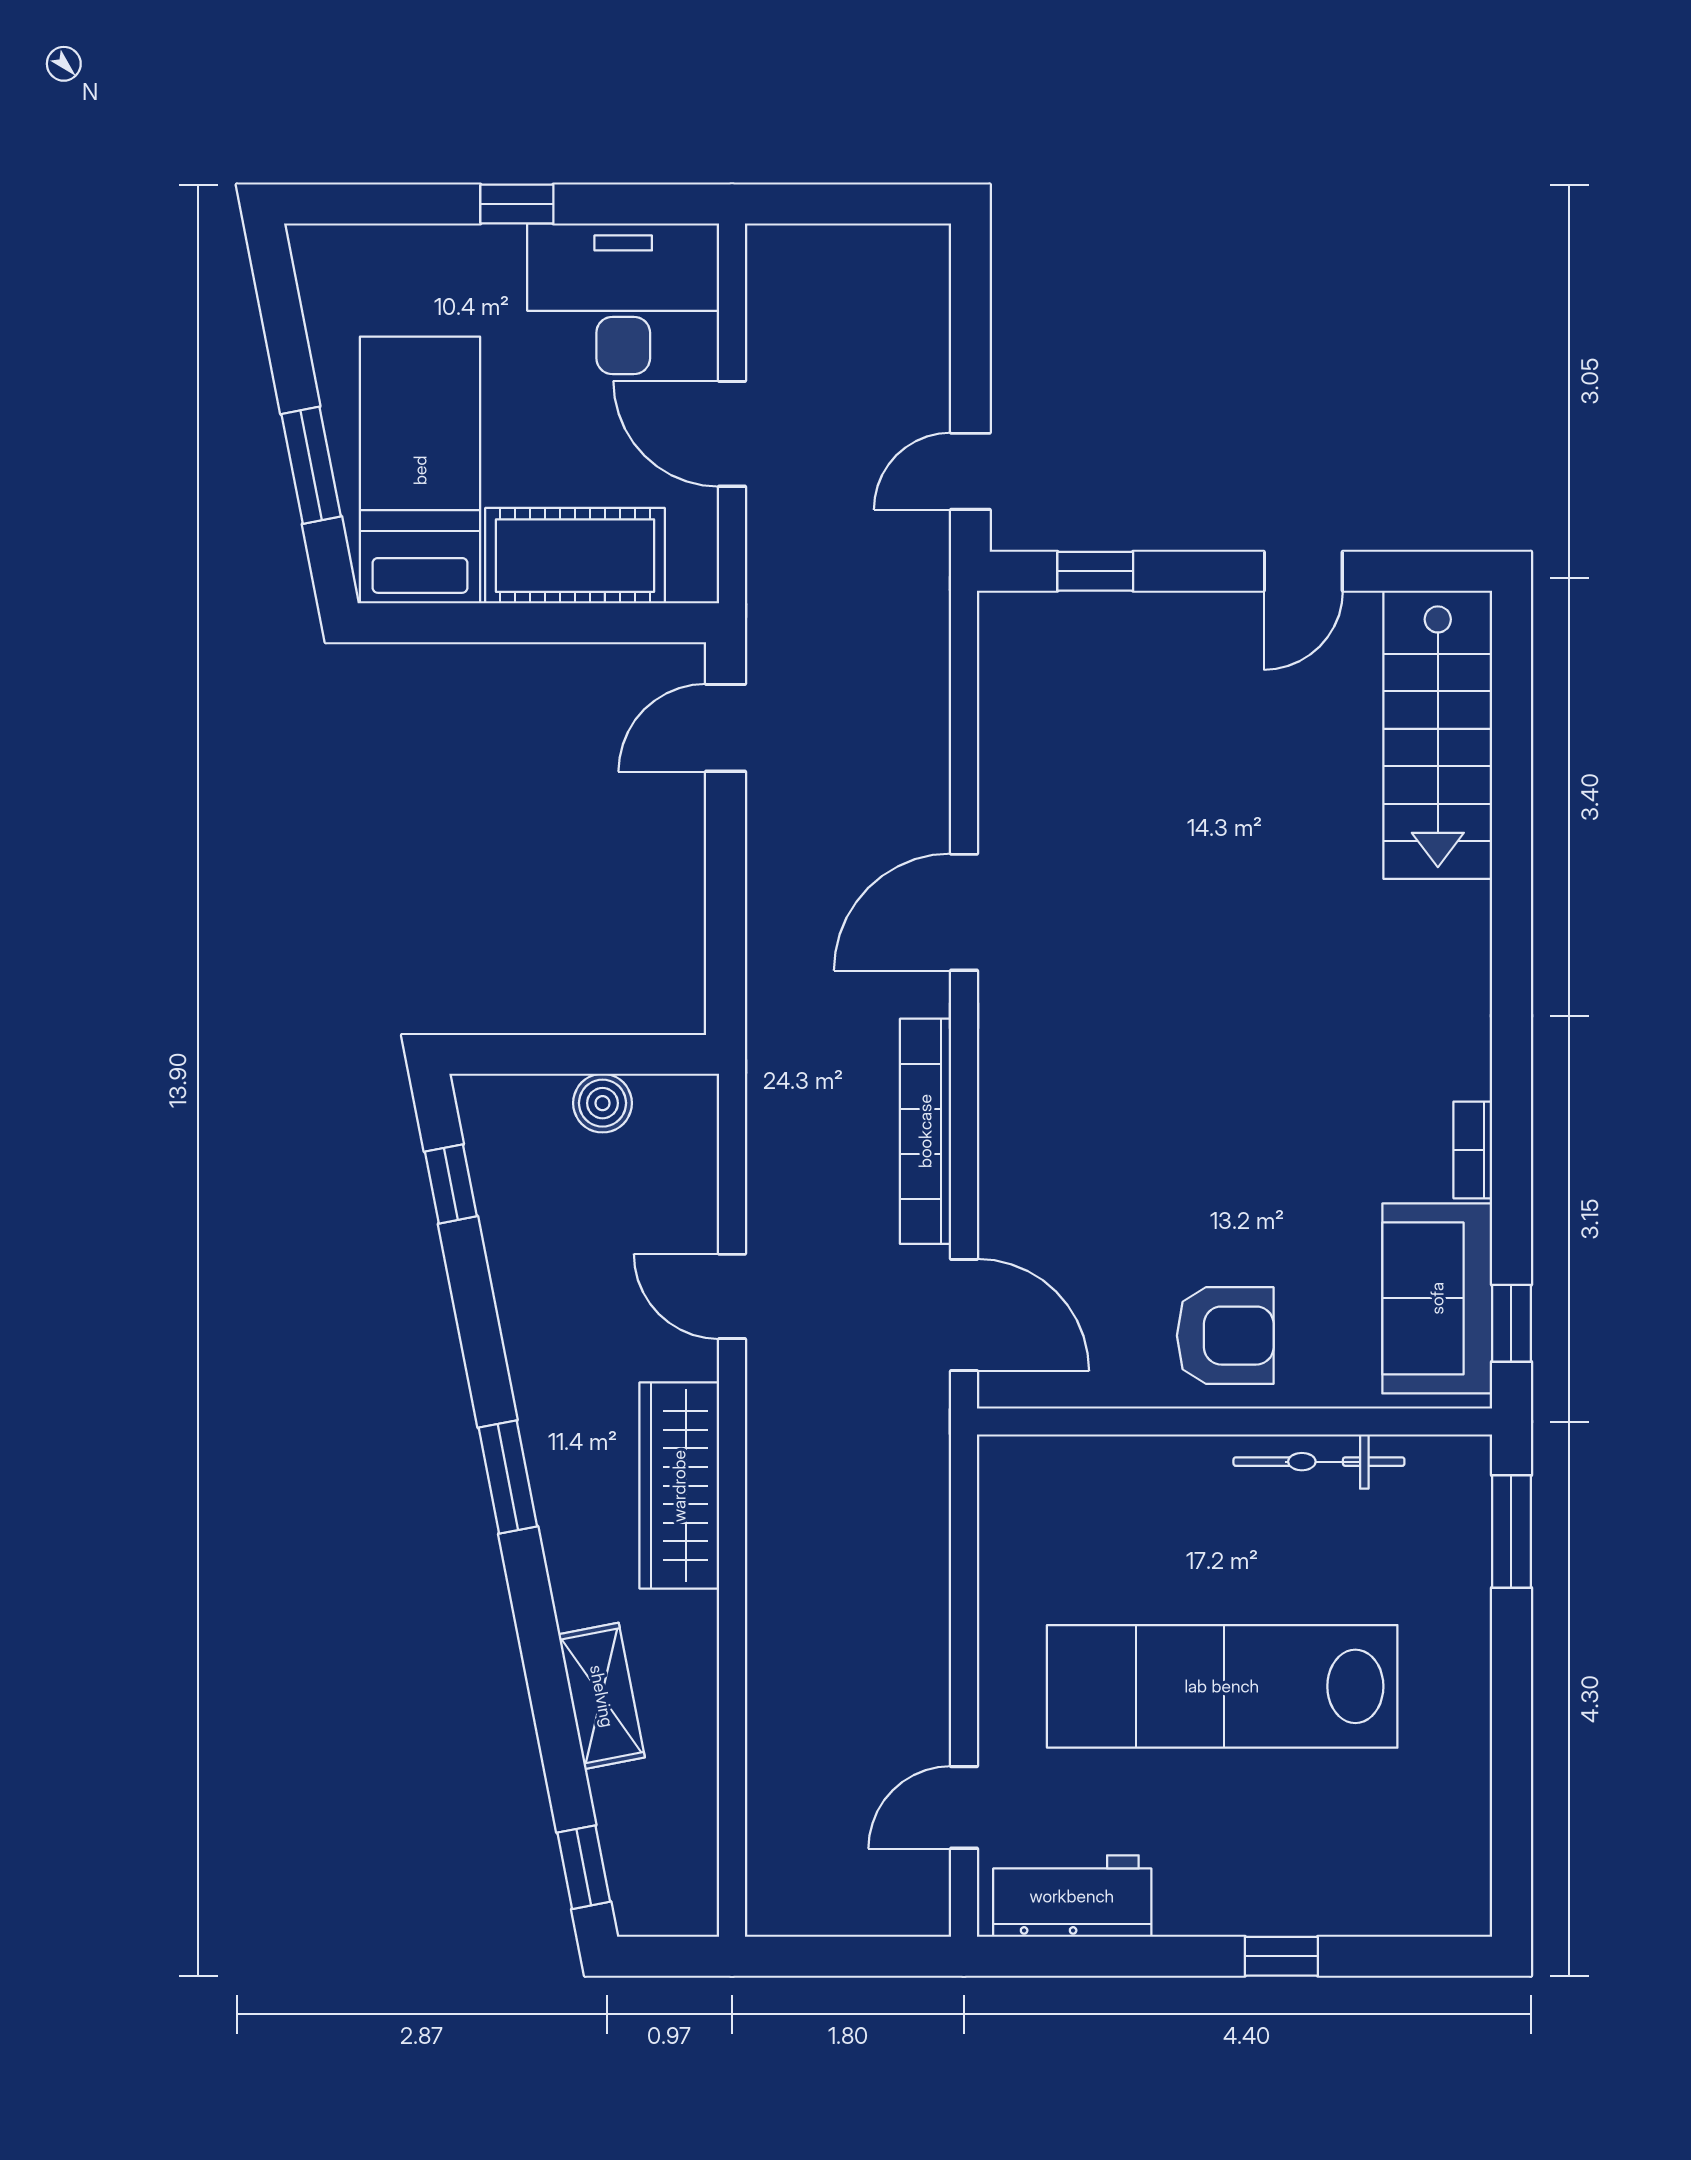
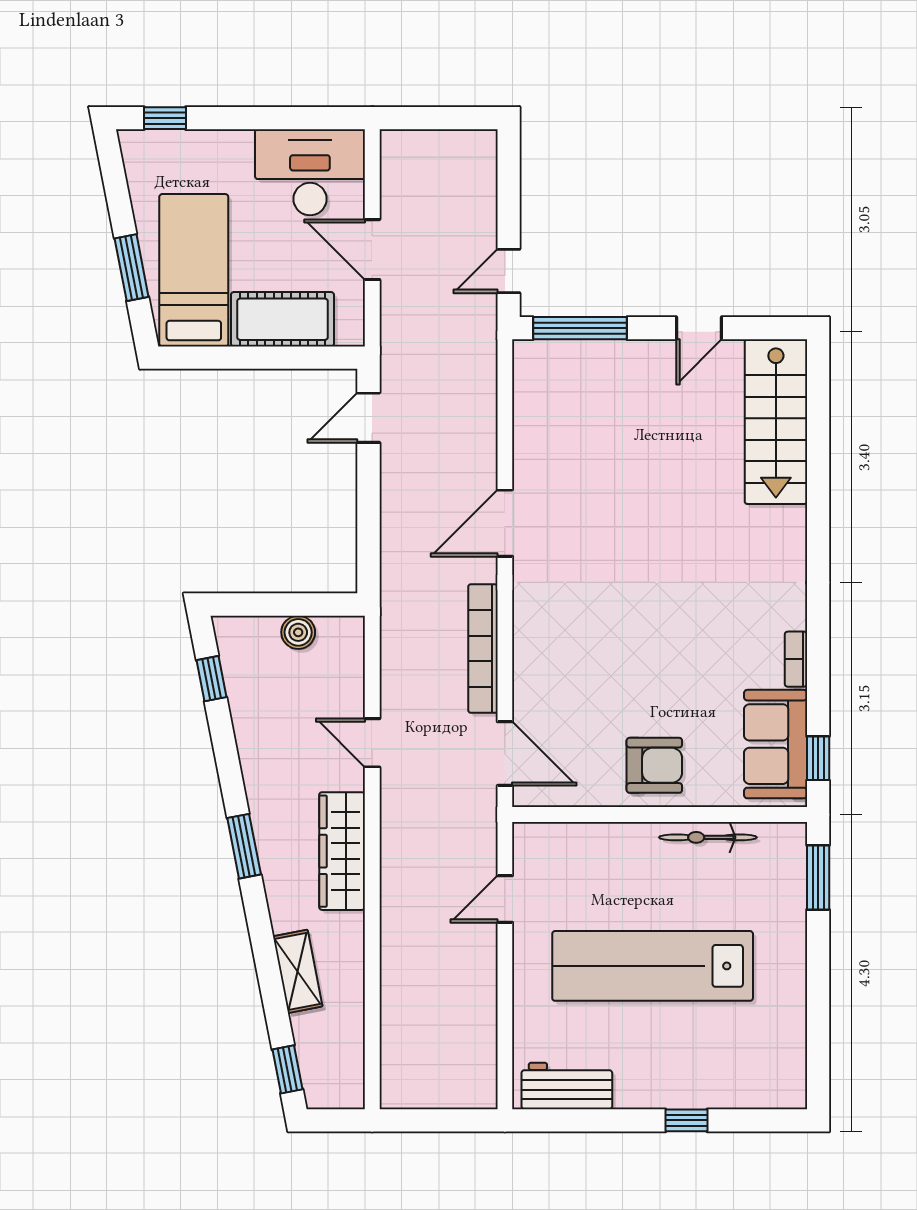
window: (517, 204) -> (165, 118), moved
window: (1095, 571) -> (580, 328), width x2.17
door: (964, 1807) -> (505, 899), moved

